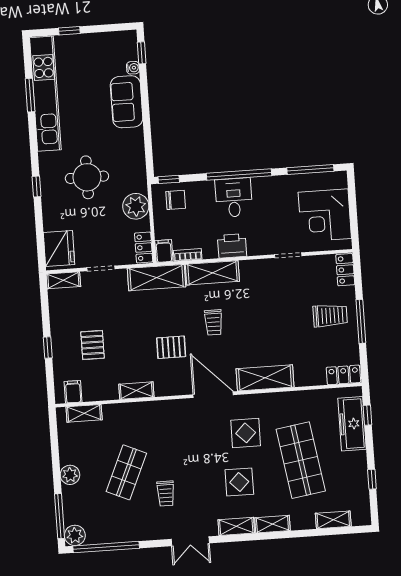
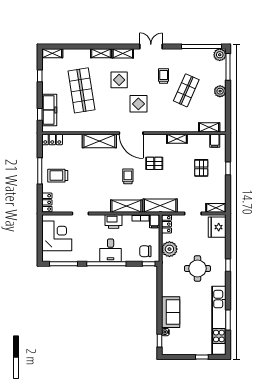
display table: (246, 433) -> (138, 104), moved
shelving: (333, 520) -> (52, 53), moved

